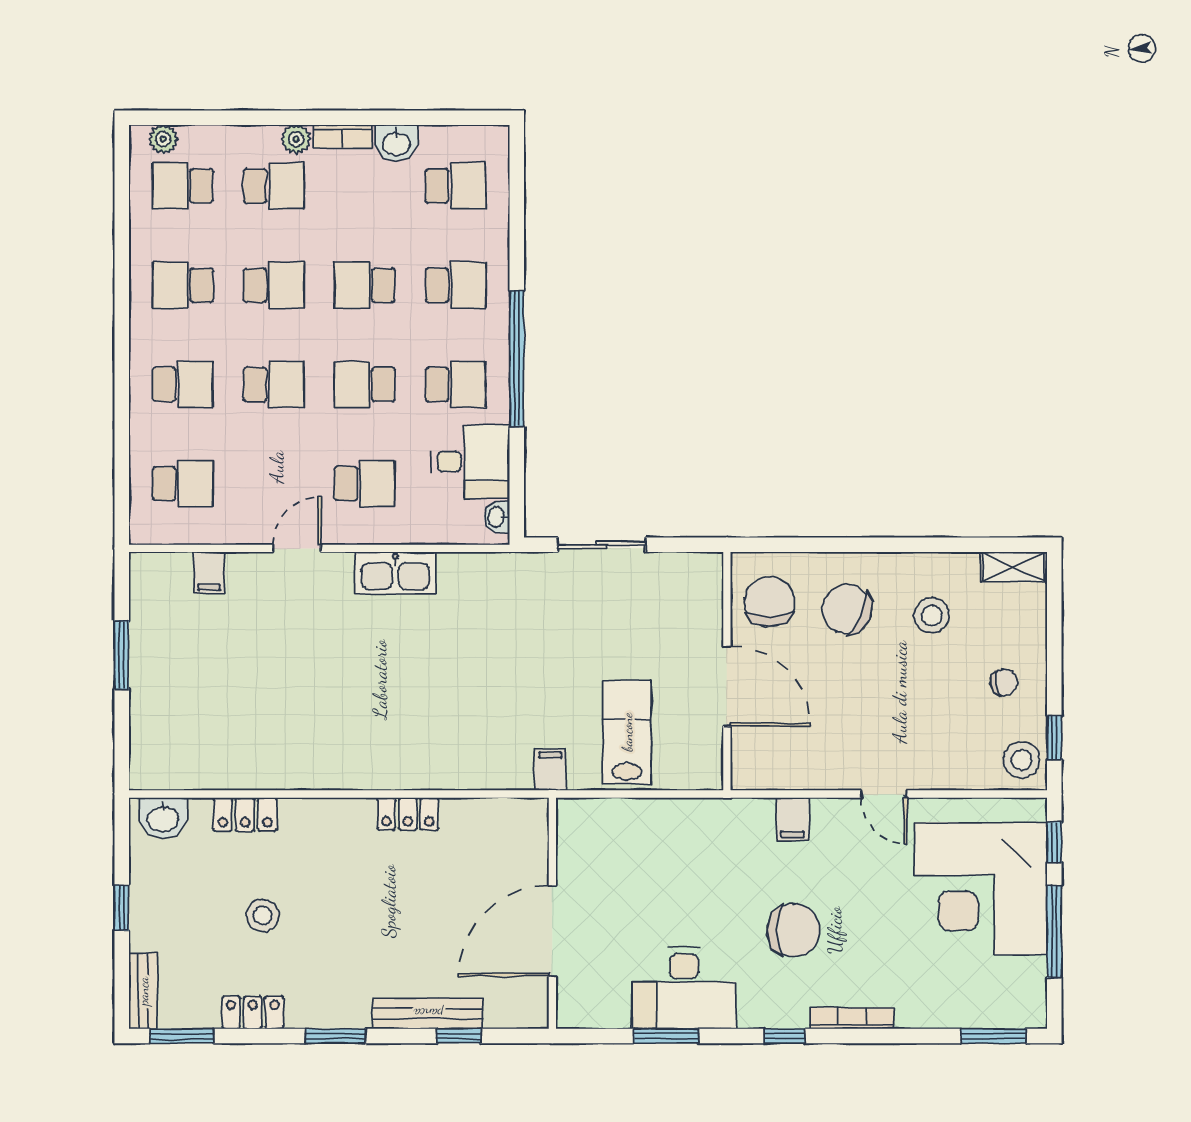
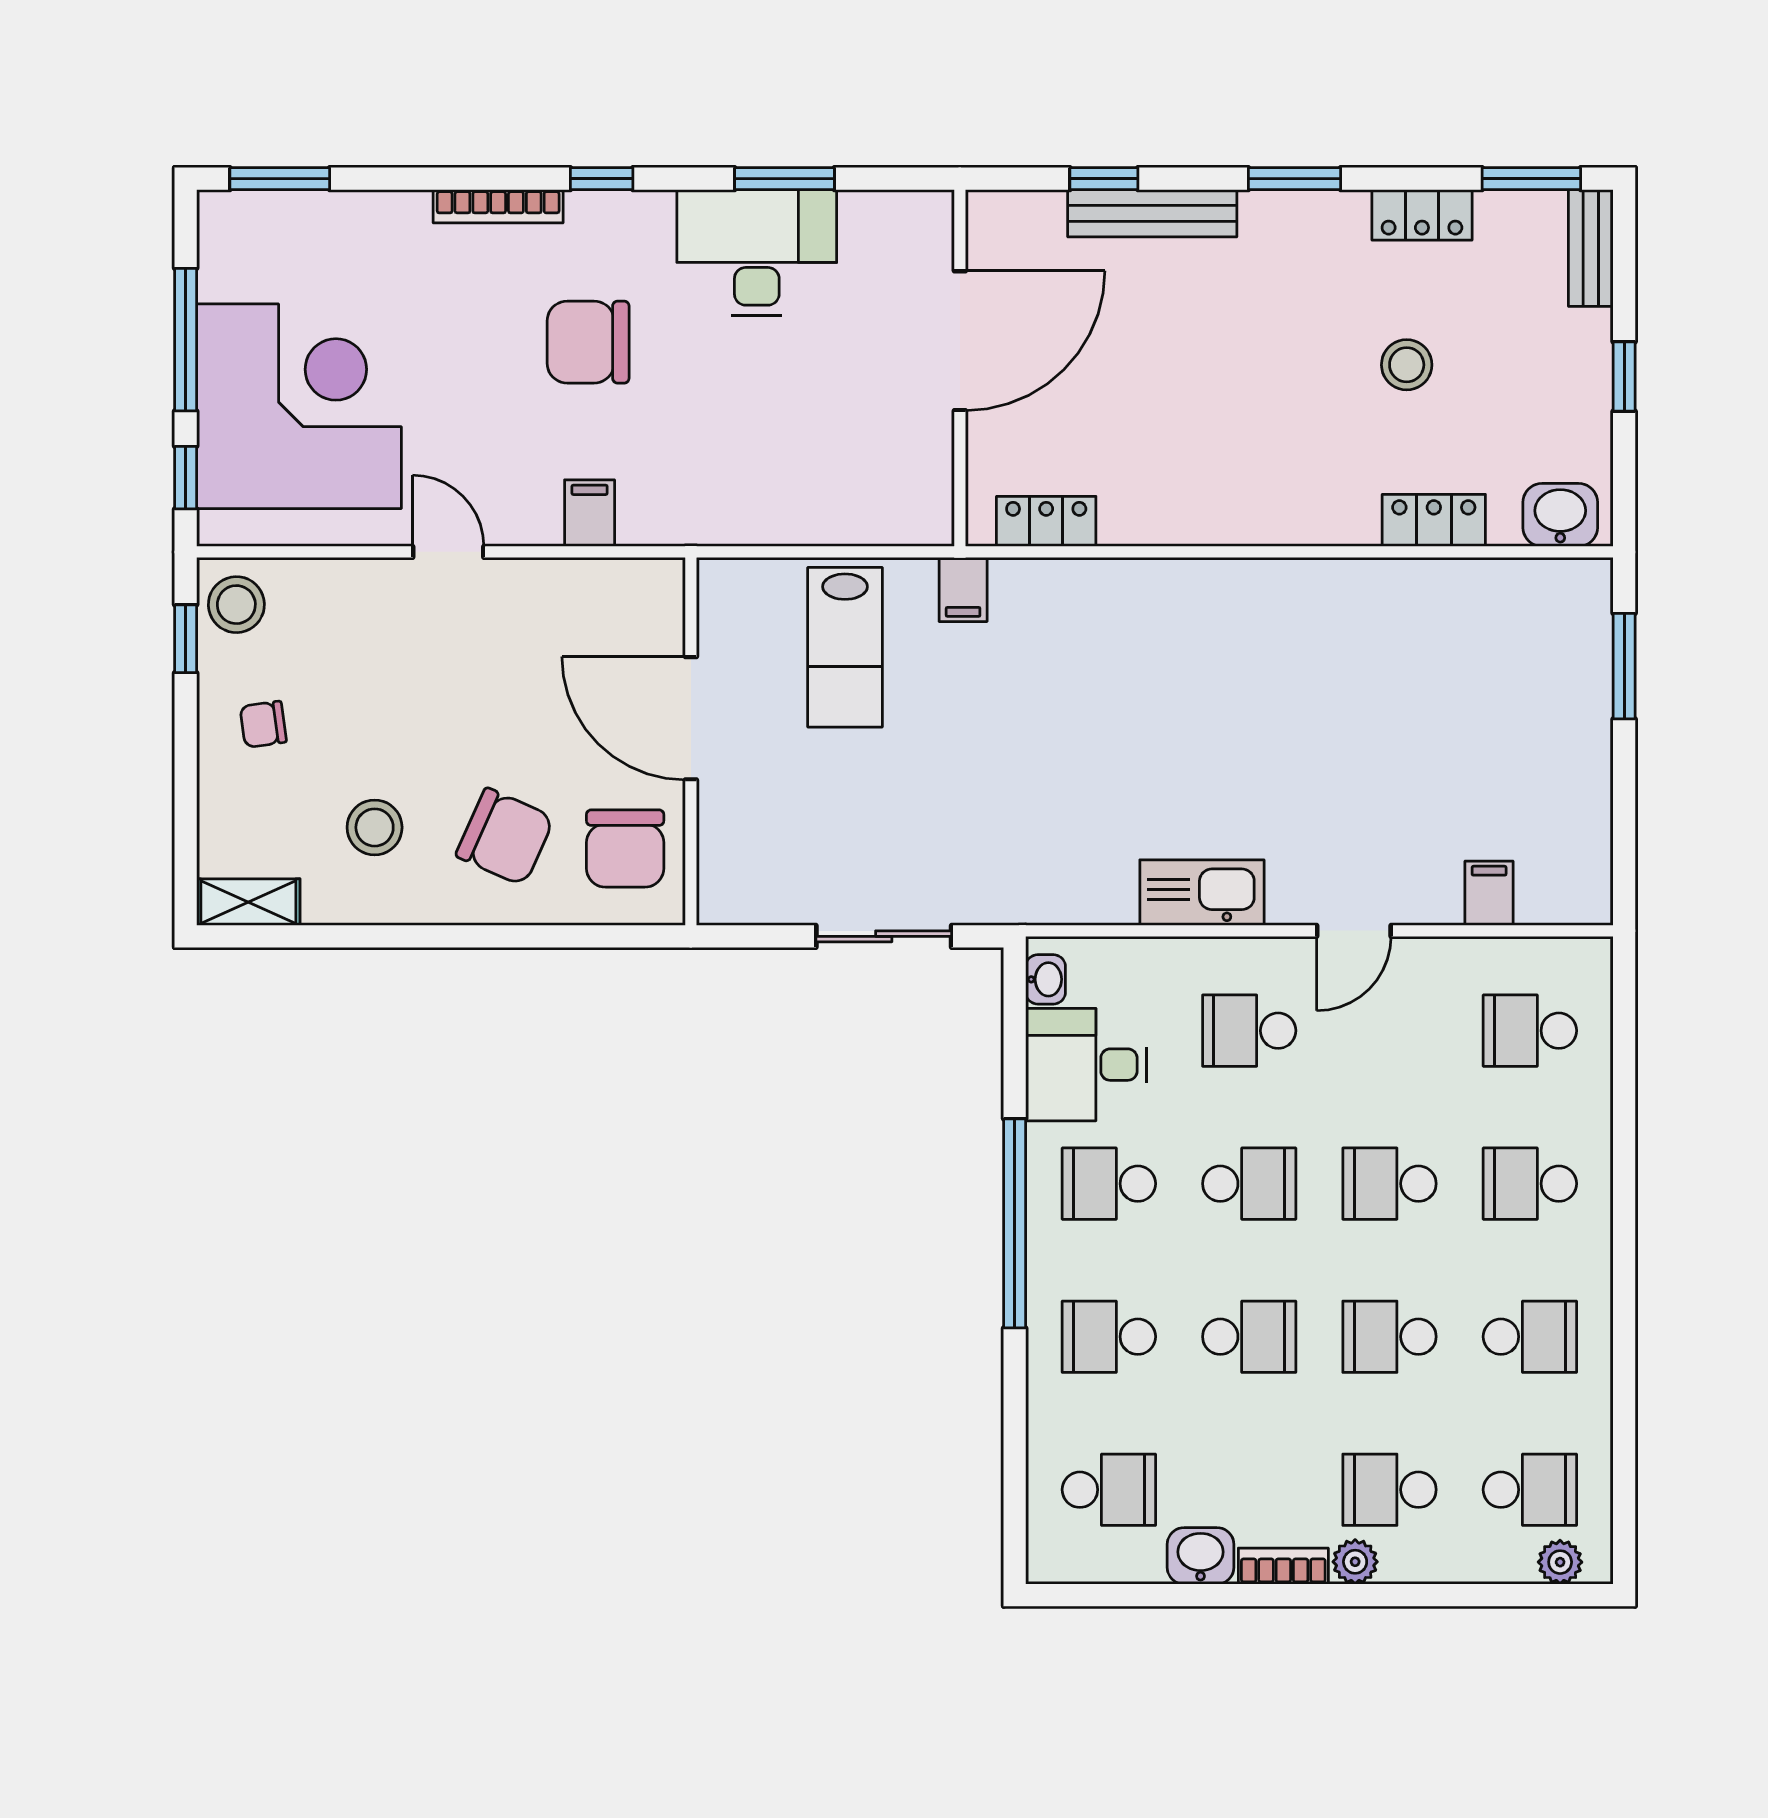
school desk: (456, 186) -> (1109, 1490), turned 180
window: (122, 655) -> (1624, 666), moved
locker: (408, 814) -> (1046, 521), moved

